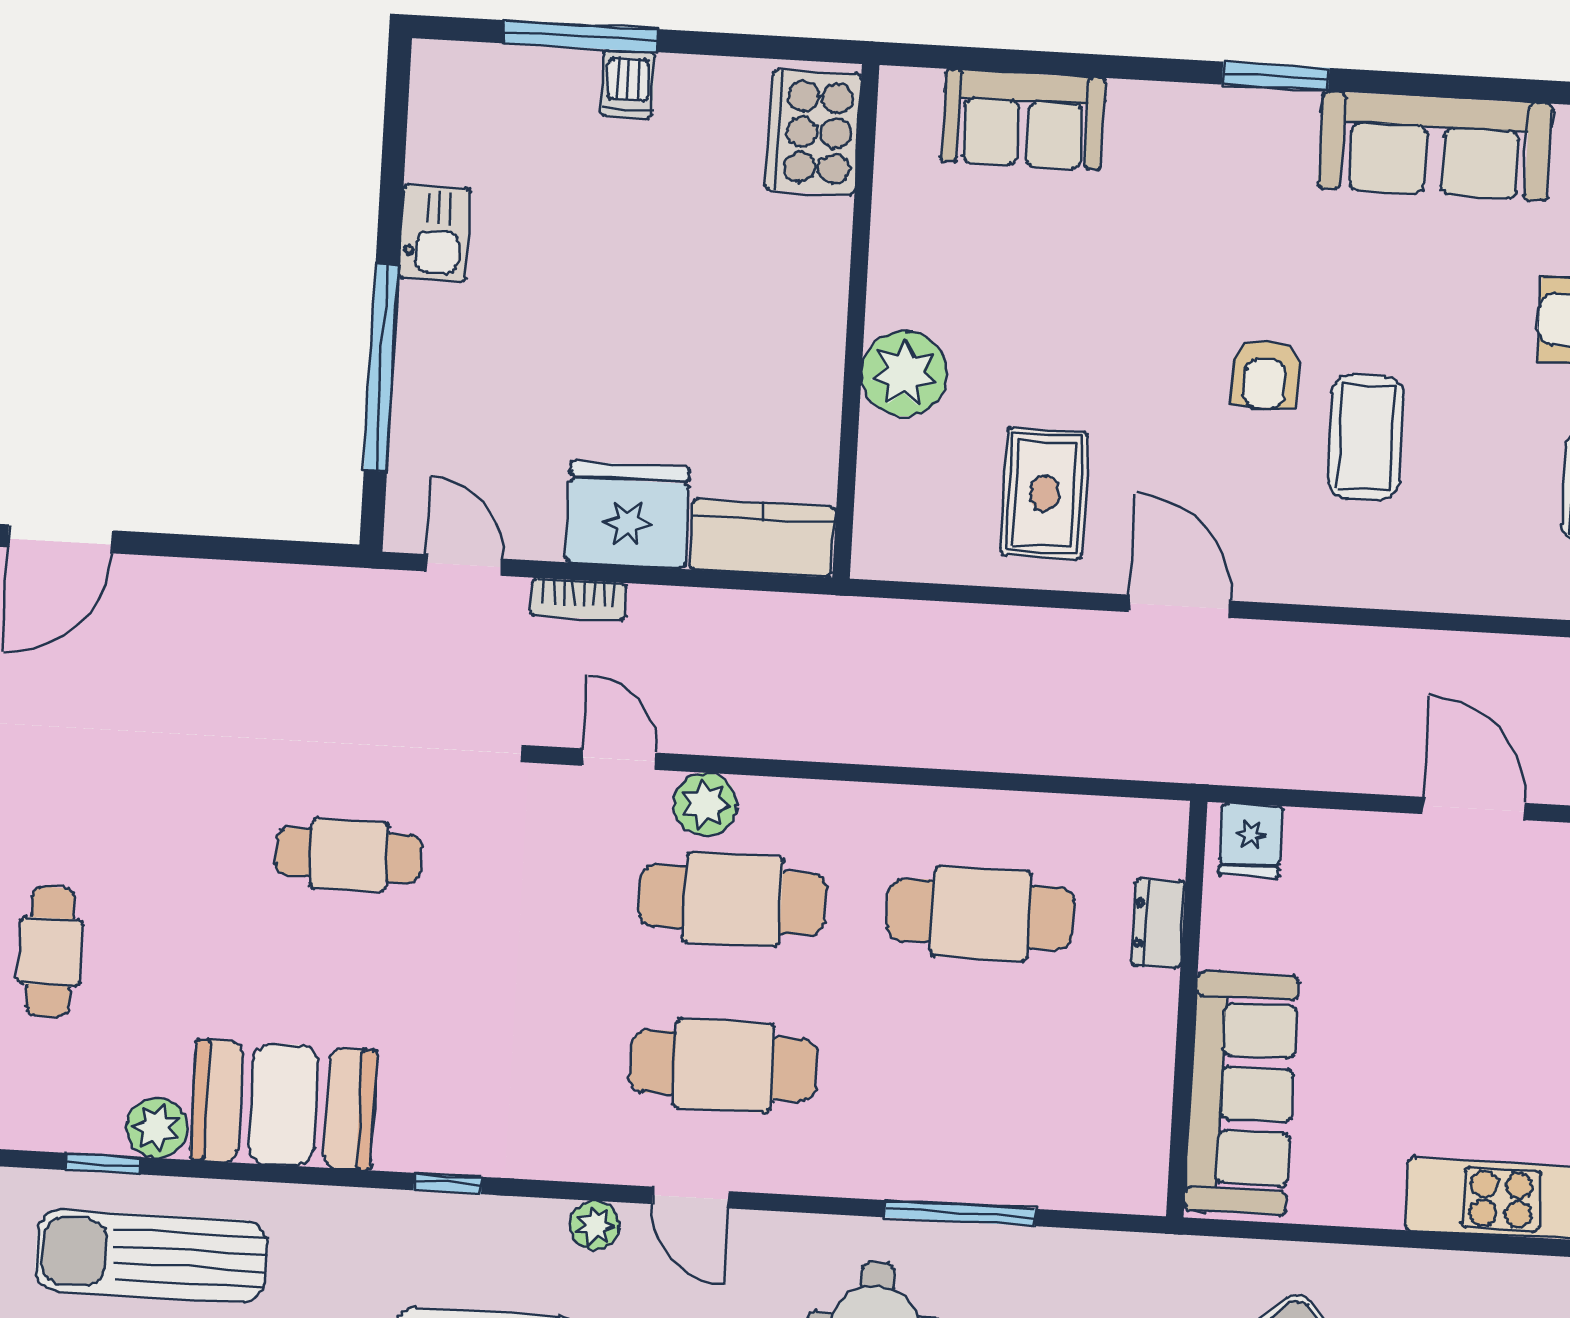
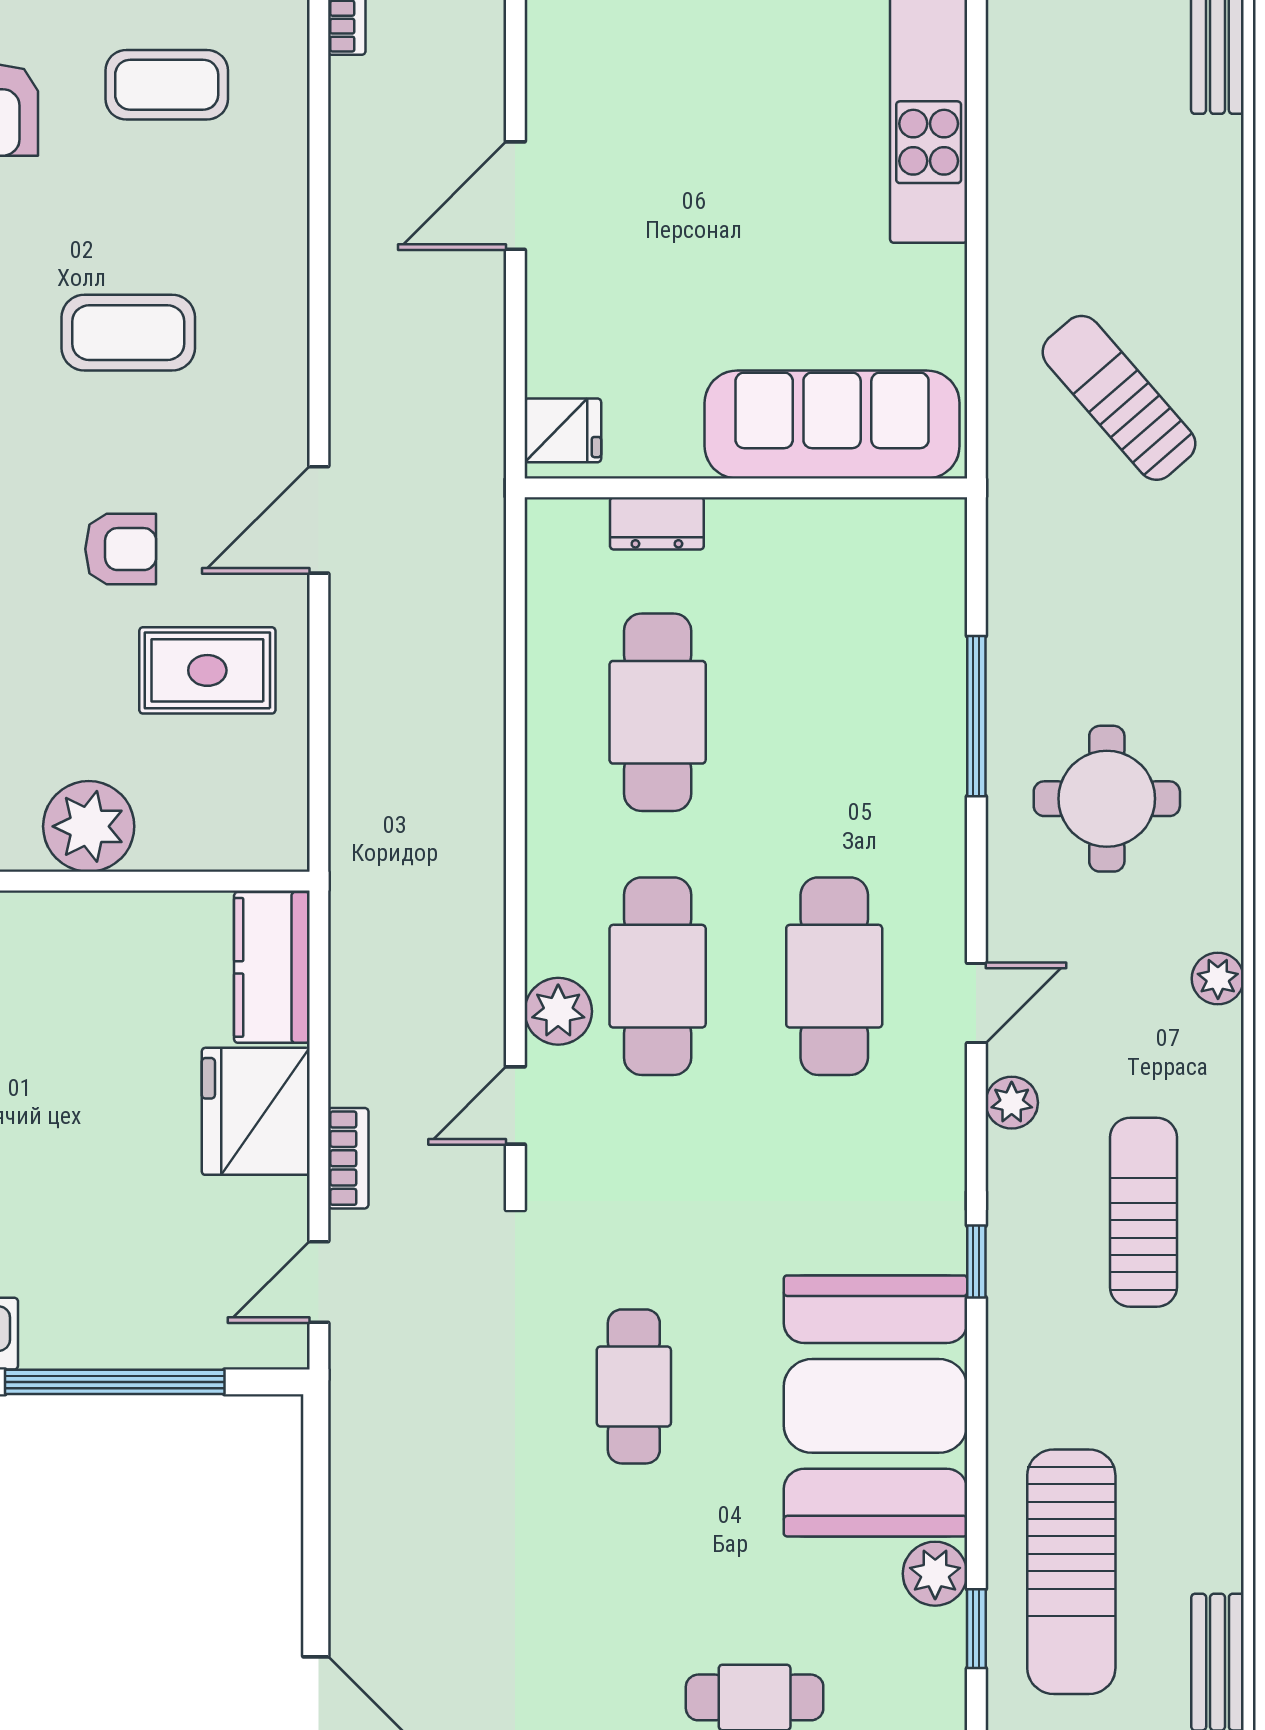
armchair: (1265, 374) -> (121, 549), moved
booth: (284, 1105) -> (875, 1406), width x1.36, depth x1.42

